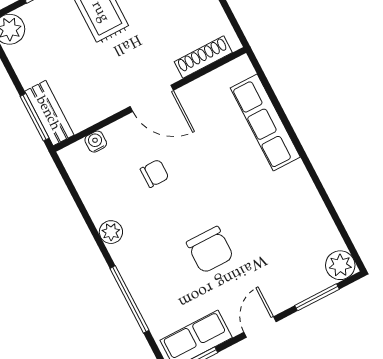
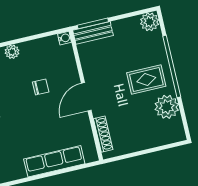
water cooler: (96, 142) -> (64, 38), moved
chair: (155, 173) -> (41, 87), turned -90

